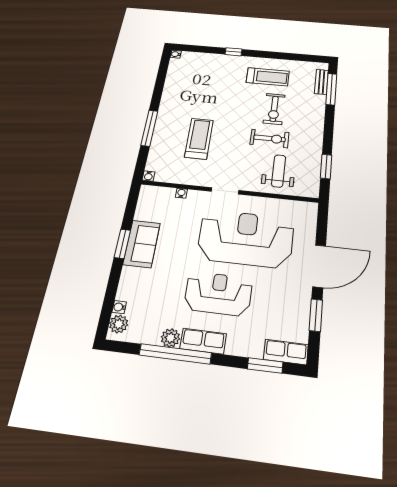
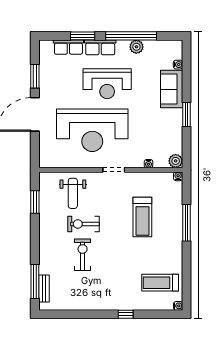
treadmill: (268, 77) -> (160, 283), moved
sofa: (142, 244) -> (172, 89), moved
plant: (119, 324) -> (176, 161), moved
row of seats: (203, 341) -> (100, 47), moved
row of seats: (286, 352) -> (68, 47), moved
window: (265, 365) -> (83, 36), moved

